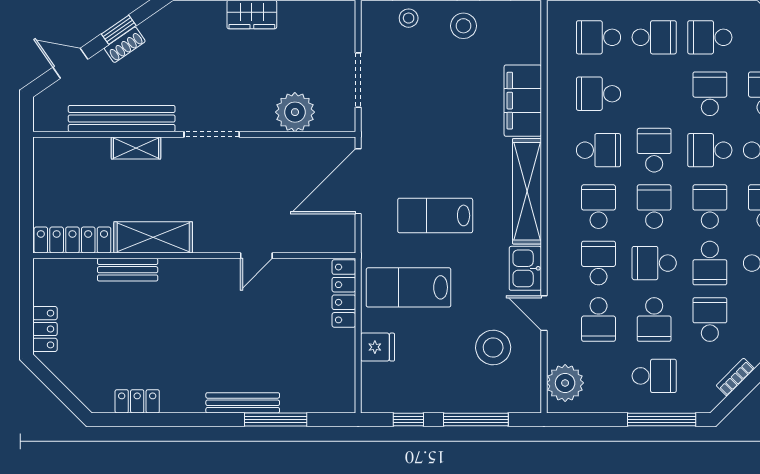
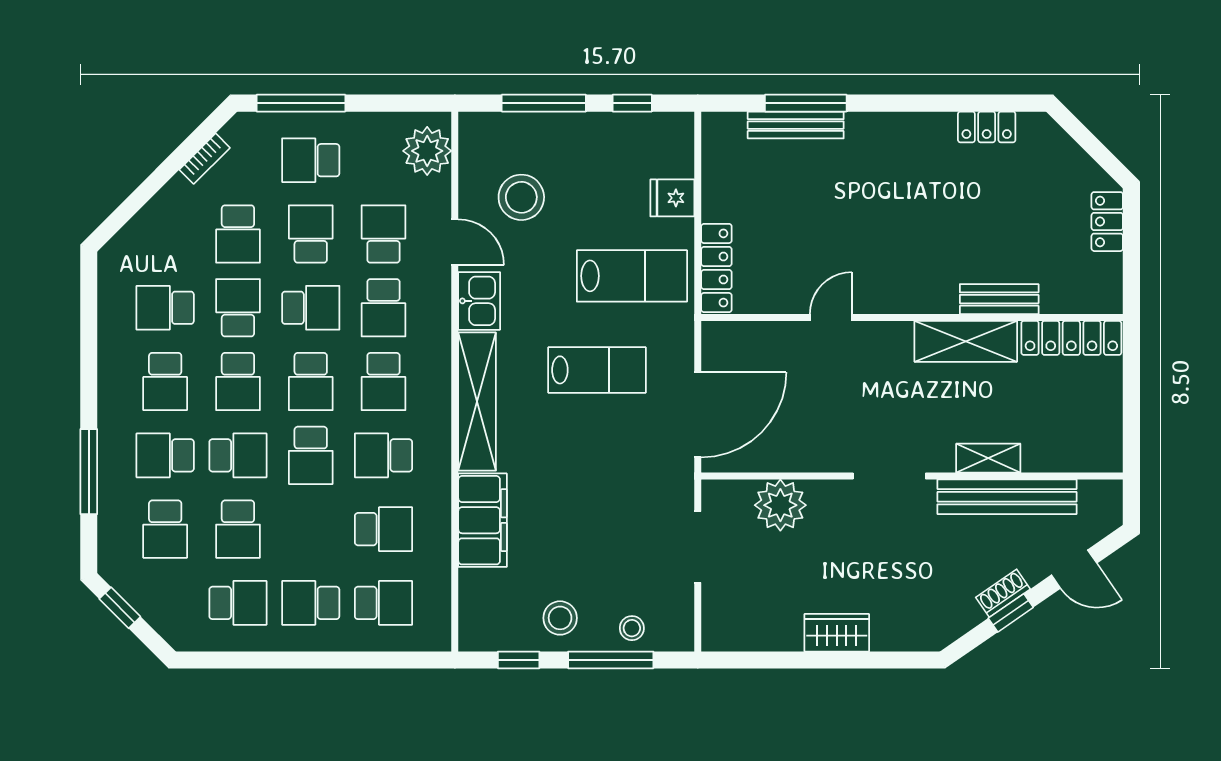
bench: (243, 403) -> (796, 125), moved

